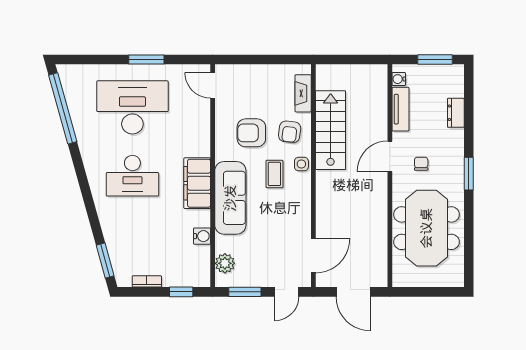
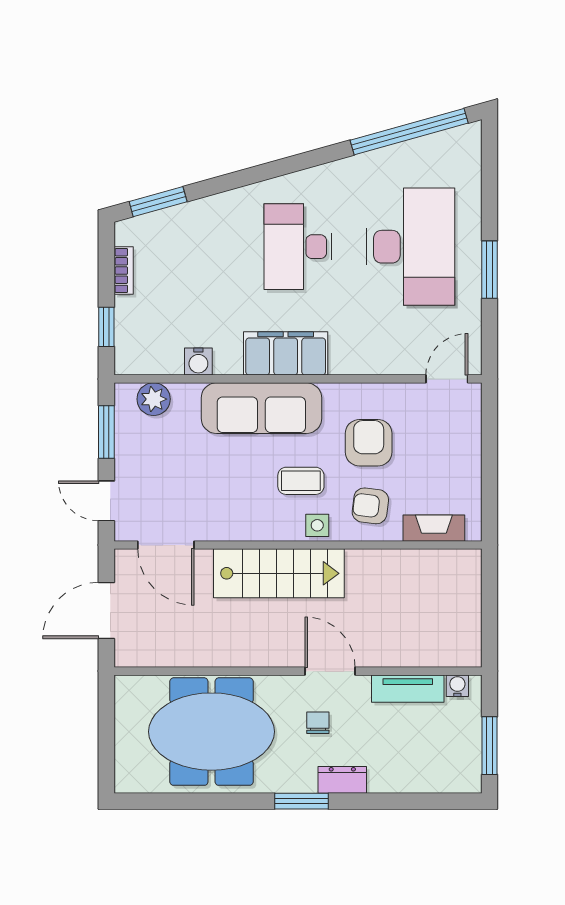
dresser: (456, 113) -> (342, 780), moved
stairs: (331, 130) -> (279, 573), moved
chair: (421, 164) -> (318, 723), turned -90

